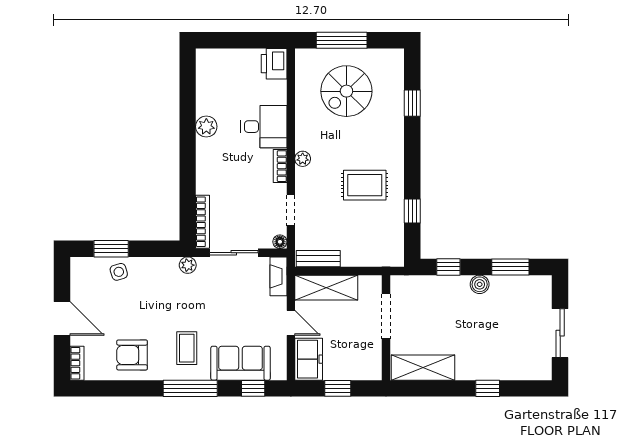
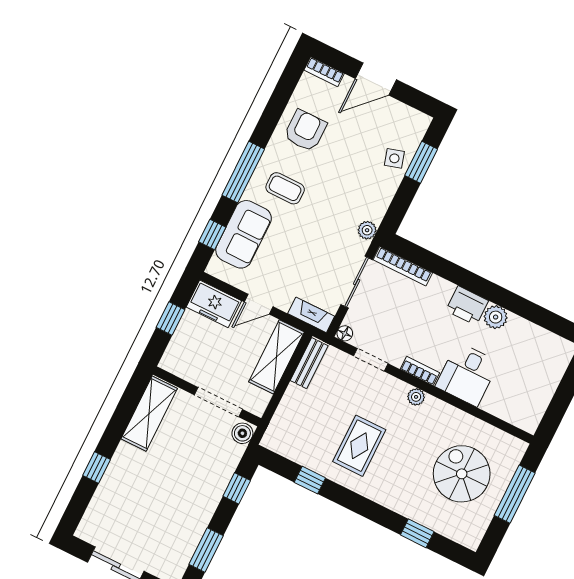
printer: (274, 64) -> (467, 306), moved, turned 180
boiler: (480, 284) -> (242, 433), moved

